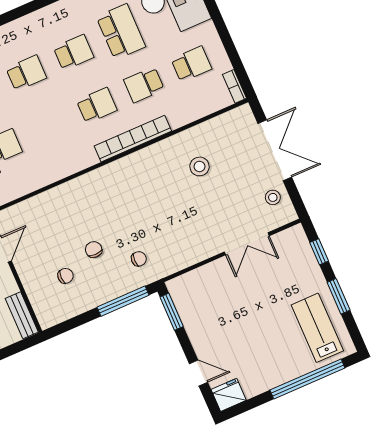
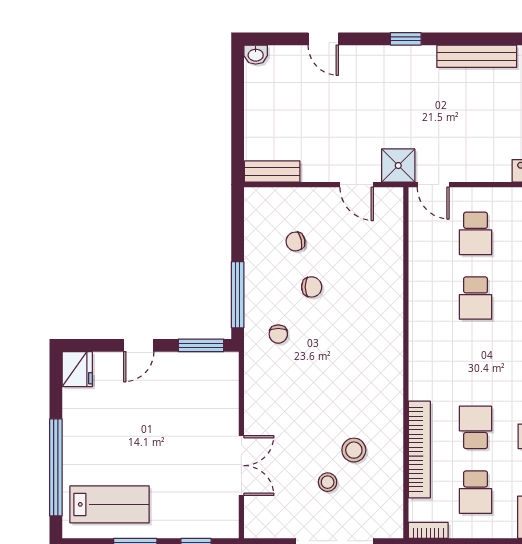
school desk: (97, 105) -> (476, 298), moved
bookcase: (133, 139) -> (419, 449), moved
stool: (273, 197) -> (328, 482), moved
double door: (247, 244) -> (241, 466), swing flipped
chair: (66, 276) -> (296, 241), turned 78
door: (198, 373) -> (139, 345), moved

